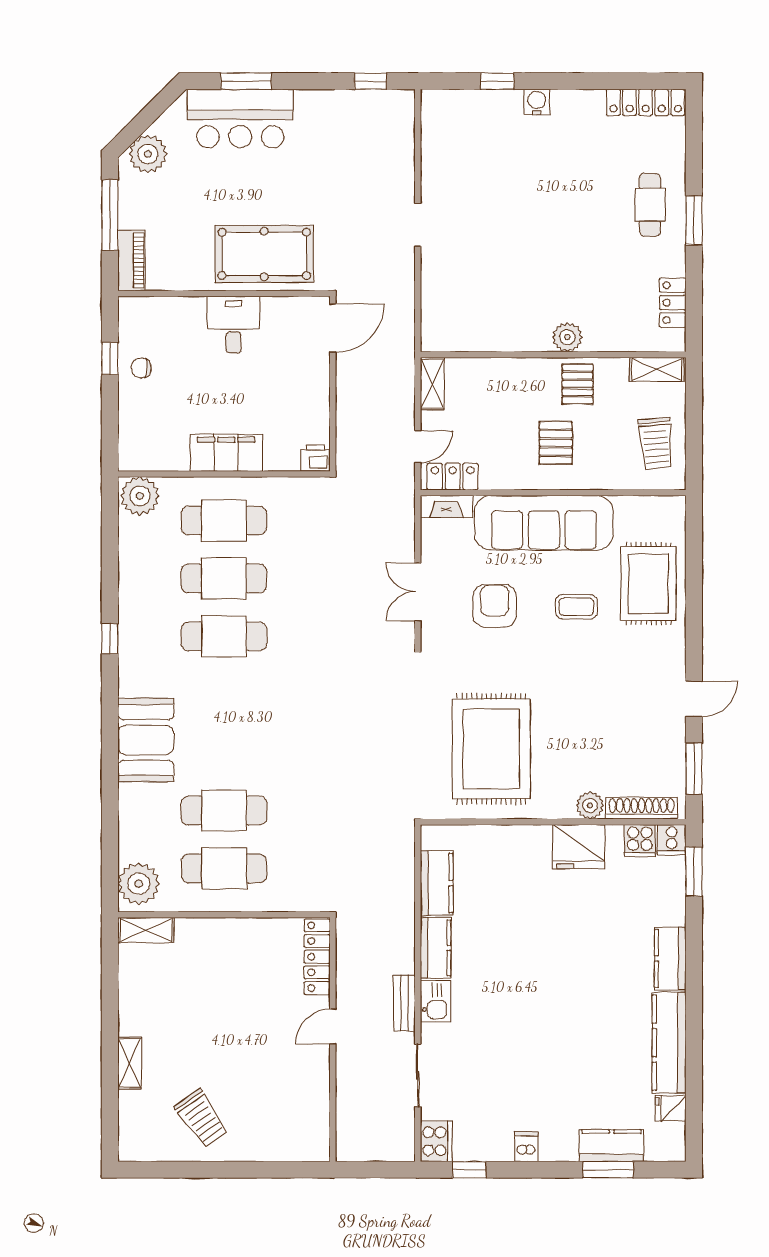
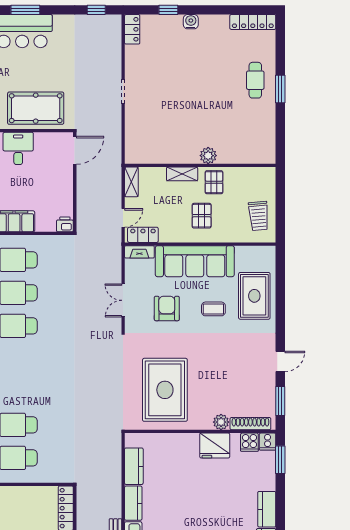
locker: (673, 303) -> (132, 29), moved, turned 180
shelving: (657, 370) -> (182, 174), moved

